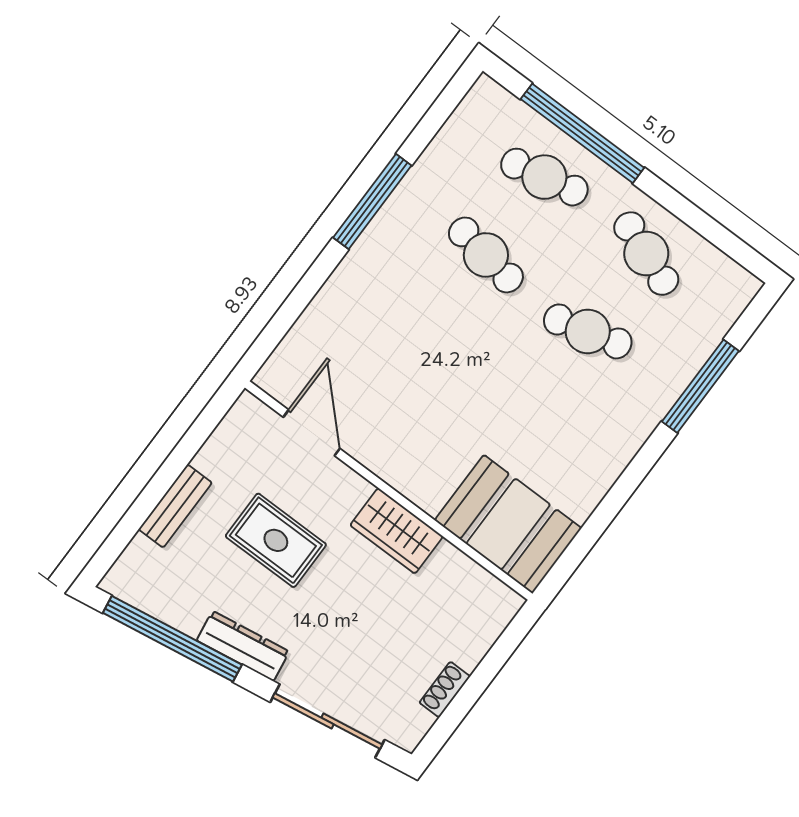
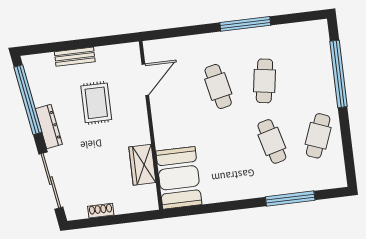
cafe table: (544, 177) -> (218, 86), moved
wardrobe: (397, 531) -> (142, 165), moved

